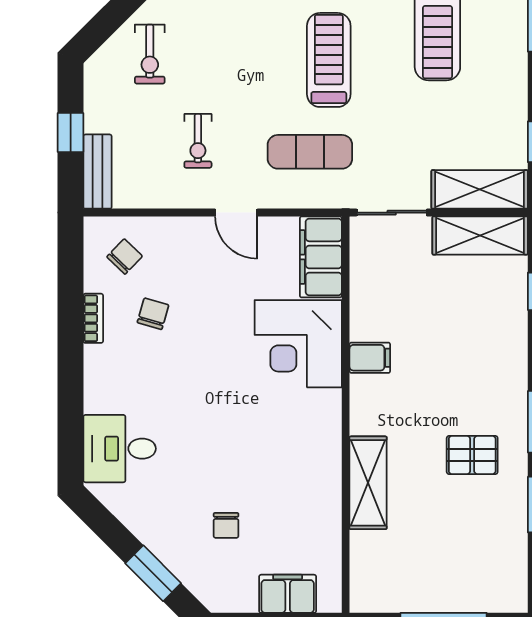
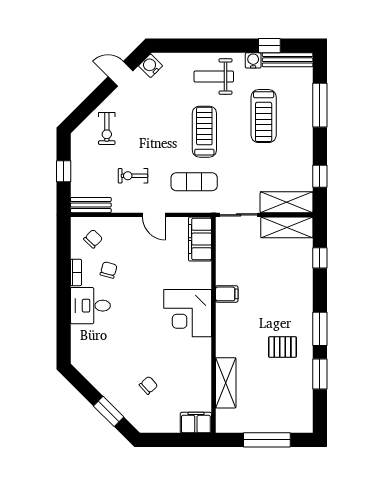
exercise bike: (198, 141) -> (133, 176), turned 90
bench: (98, 172) -> (91, 205), moved, turned 90
corner desk: (298, 344) -> (188, 313), moved
desk: (120, 449) -> (90, 306), moved
shelving: (368, 483) -> (226, 383), moved
chair: (226, 525) -> (148, 385), turned -132
filing cabinet: (288, 594) -> (196, 423), moved

